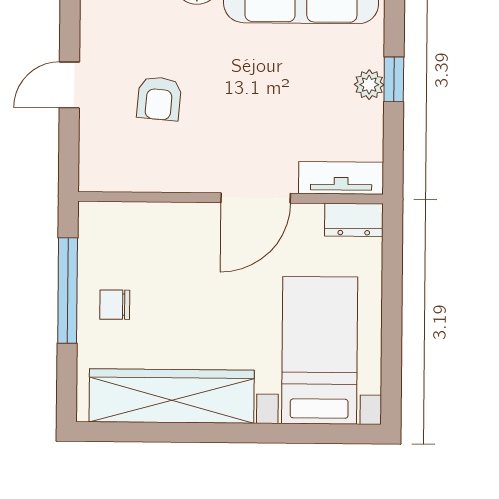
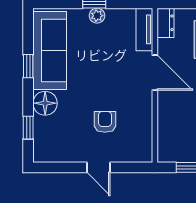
armchair: (159, 98) -> (105, 122), turned -95

